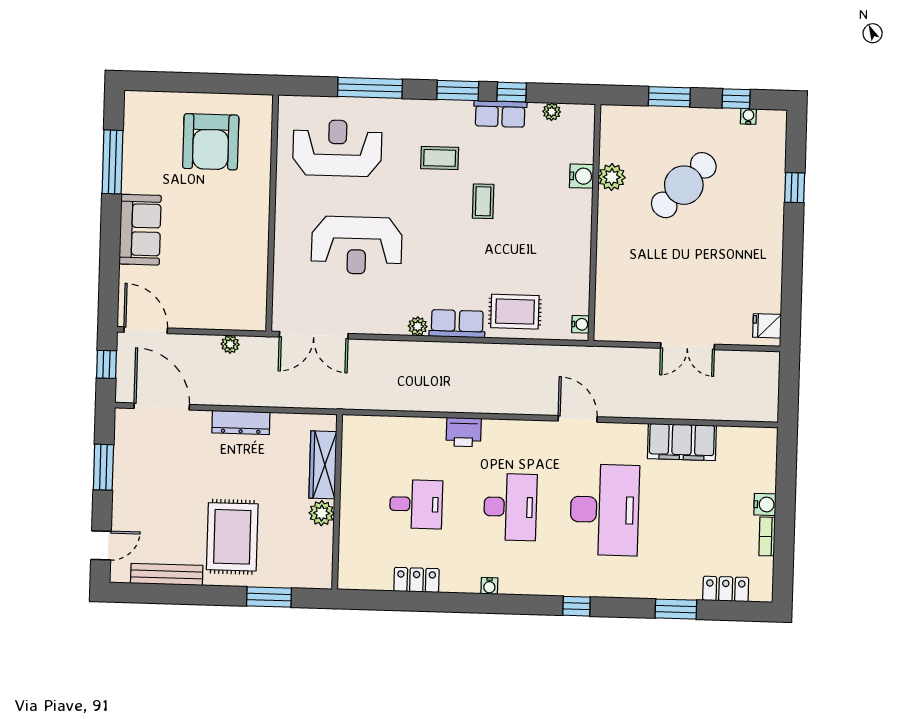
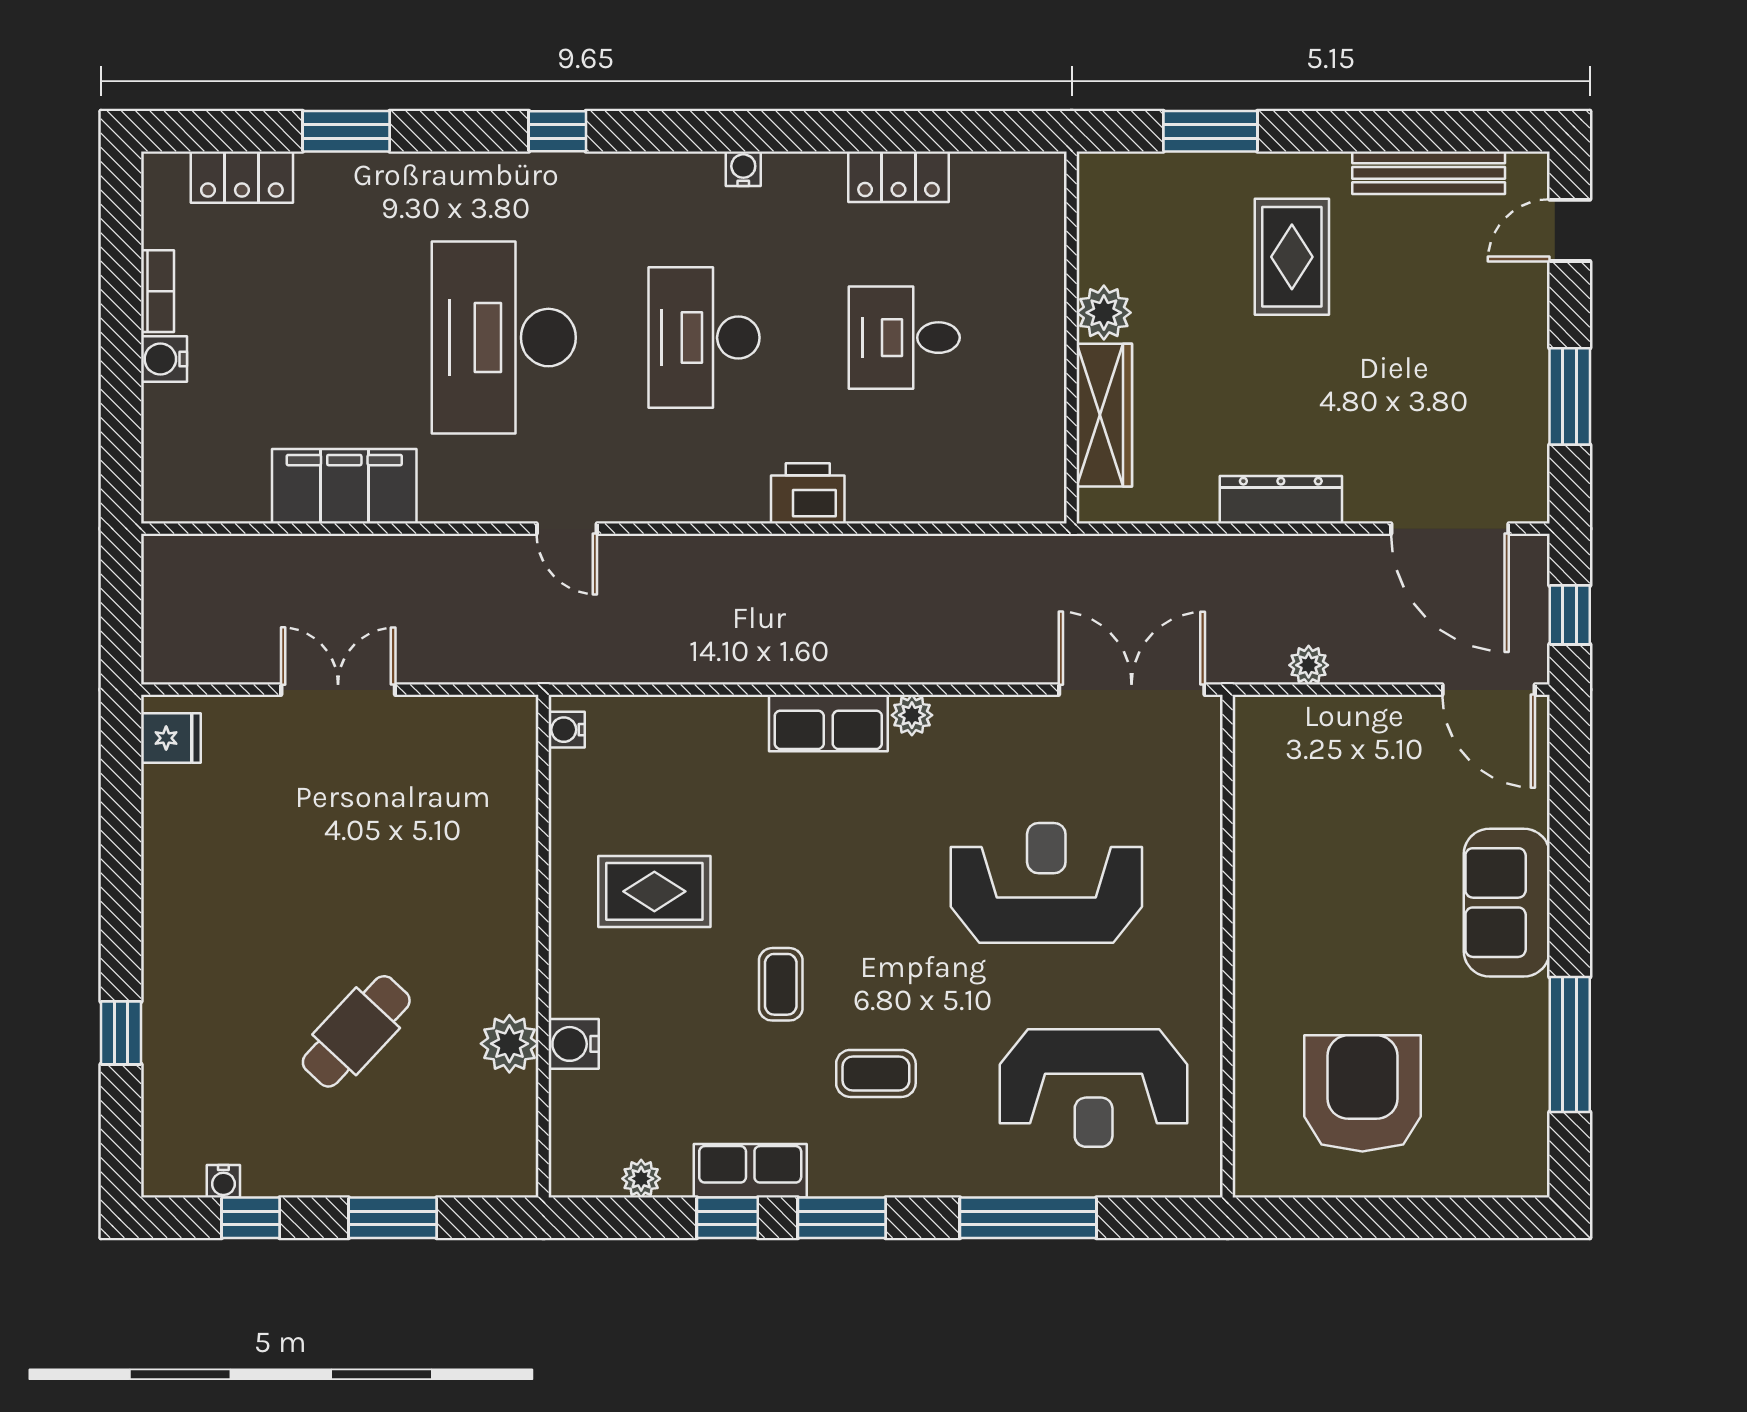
cafe table: (684, 185) -> (356, 1031), width x0.73, depth x0.74
rug: (515, 312) -> (654, 891), moved
door: (578, 419) -> (567, 529), width x0.73
rug: (232, 537) -> (1292, 257), width x0.73, depth x0.70

